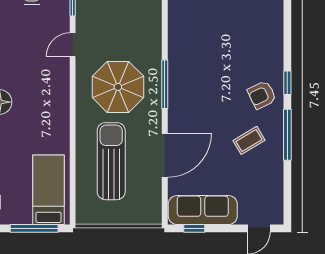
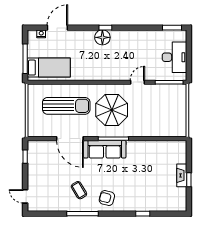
door: (73, 45) -> (137, 82), hinge flipped
window: (287, 83) -> (143, 214), moved
armchair: (262, 95) -> (107, 198), turned -50
sofa: (203, 210) -> (105, 149), moved, turned 90

